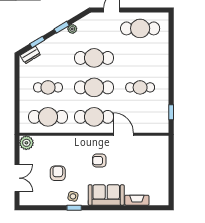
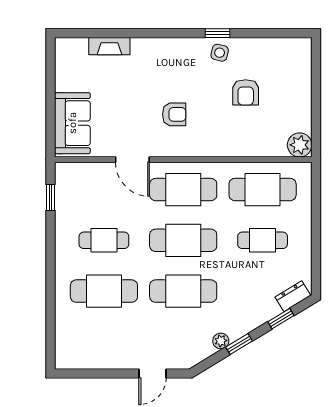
cafe table: (140, 28) -> (104, 291), moved
double door: (17, 178) -> (316, 84), removed
sofa: (106, 195) -> (72, 123), moved, turned -90

